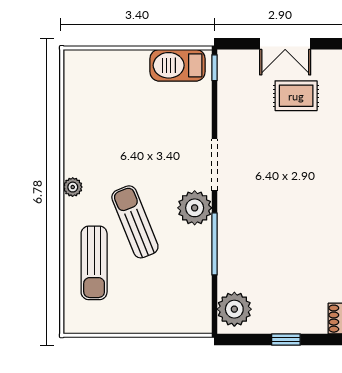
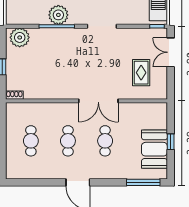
double door: (285, 44) -> (171, 52), moved
plant: (195, 208) -> (58, 15), moved

